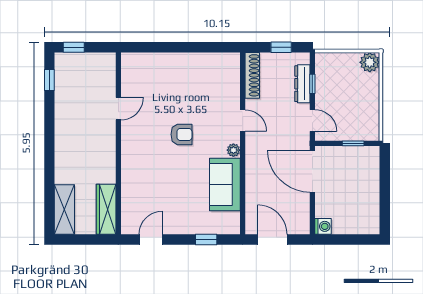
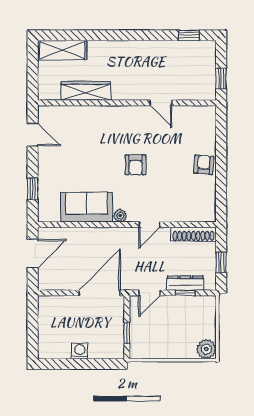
window: (74, 47) -> (221, 79), moved
armchair: (182, 65) -> (204, 165), added
wardrobe: (106, 209) -> (86, 91), moved
washing machine: (323, 226) -> (80, 351), moved, turned 180

